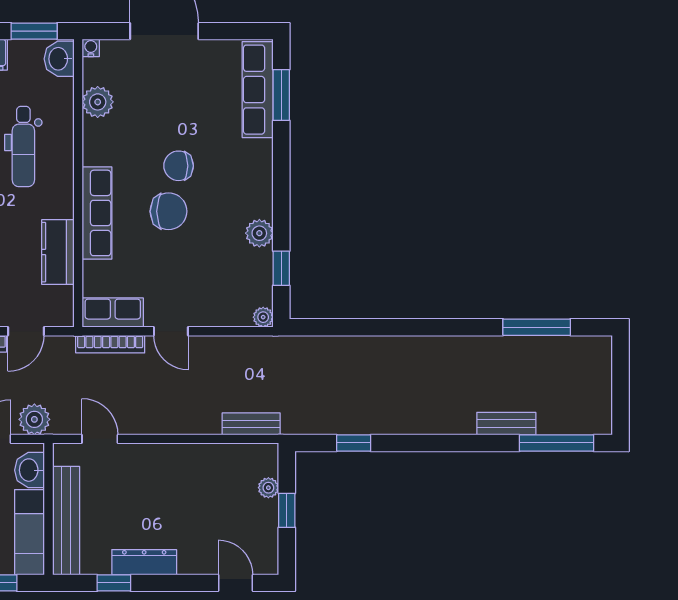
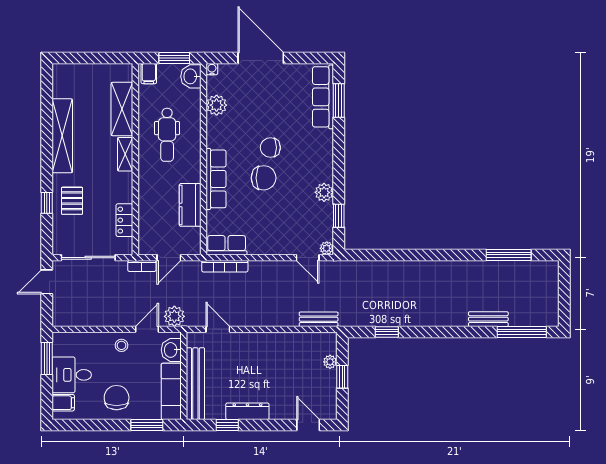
door: (171, 331) -> (308, 258), moved

